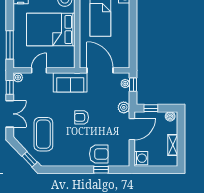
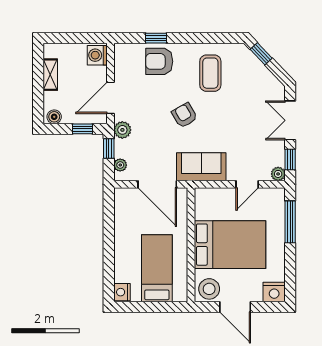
window: (133, 85) -> (109, 148), moved
armchair: (82, 117) -> (185, 115), turned -120
coffee table: (43, 134) -> (210, 73), moved, width x0.73, depth x0.76

